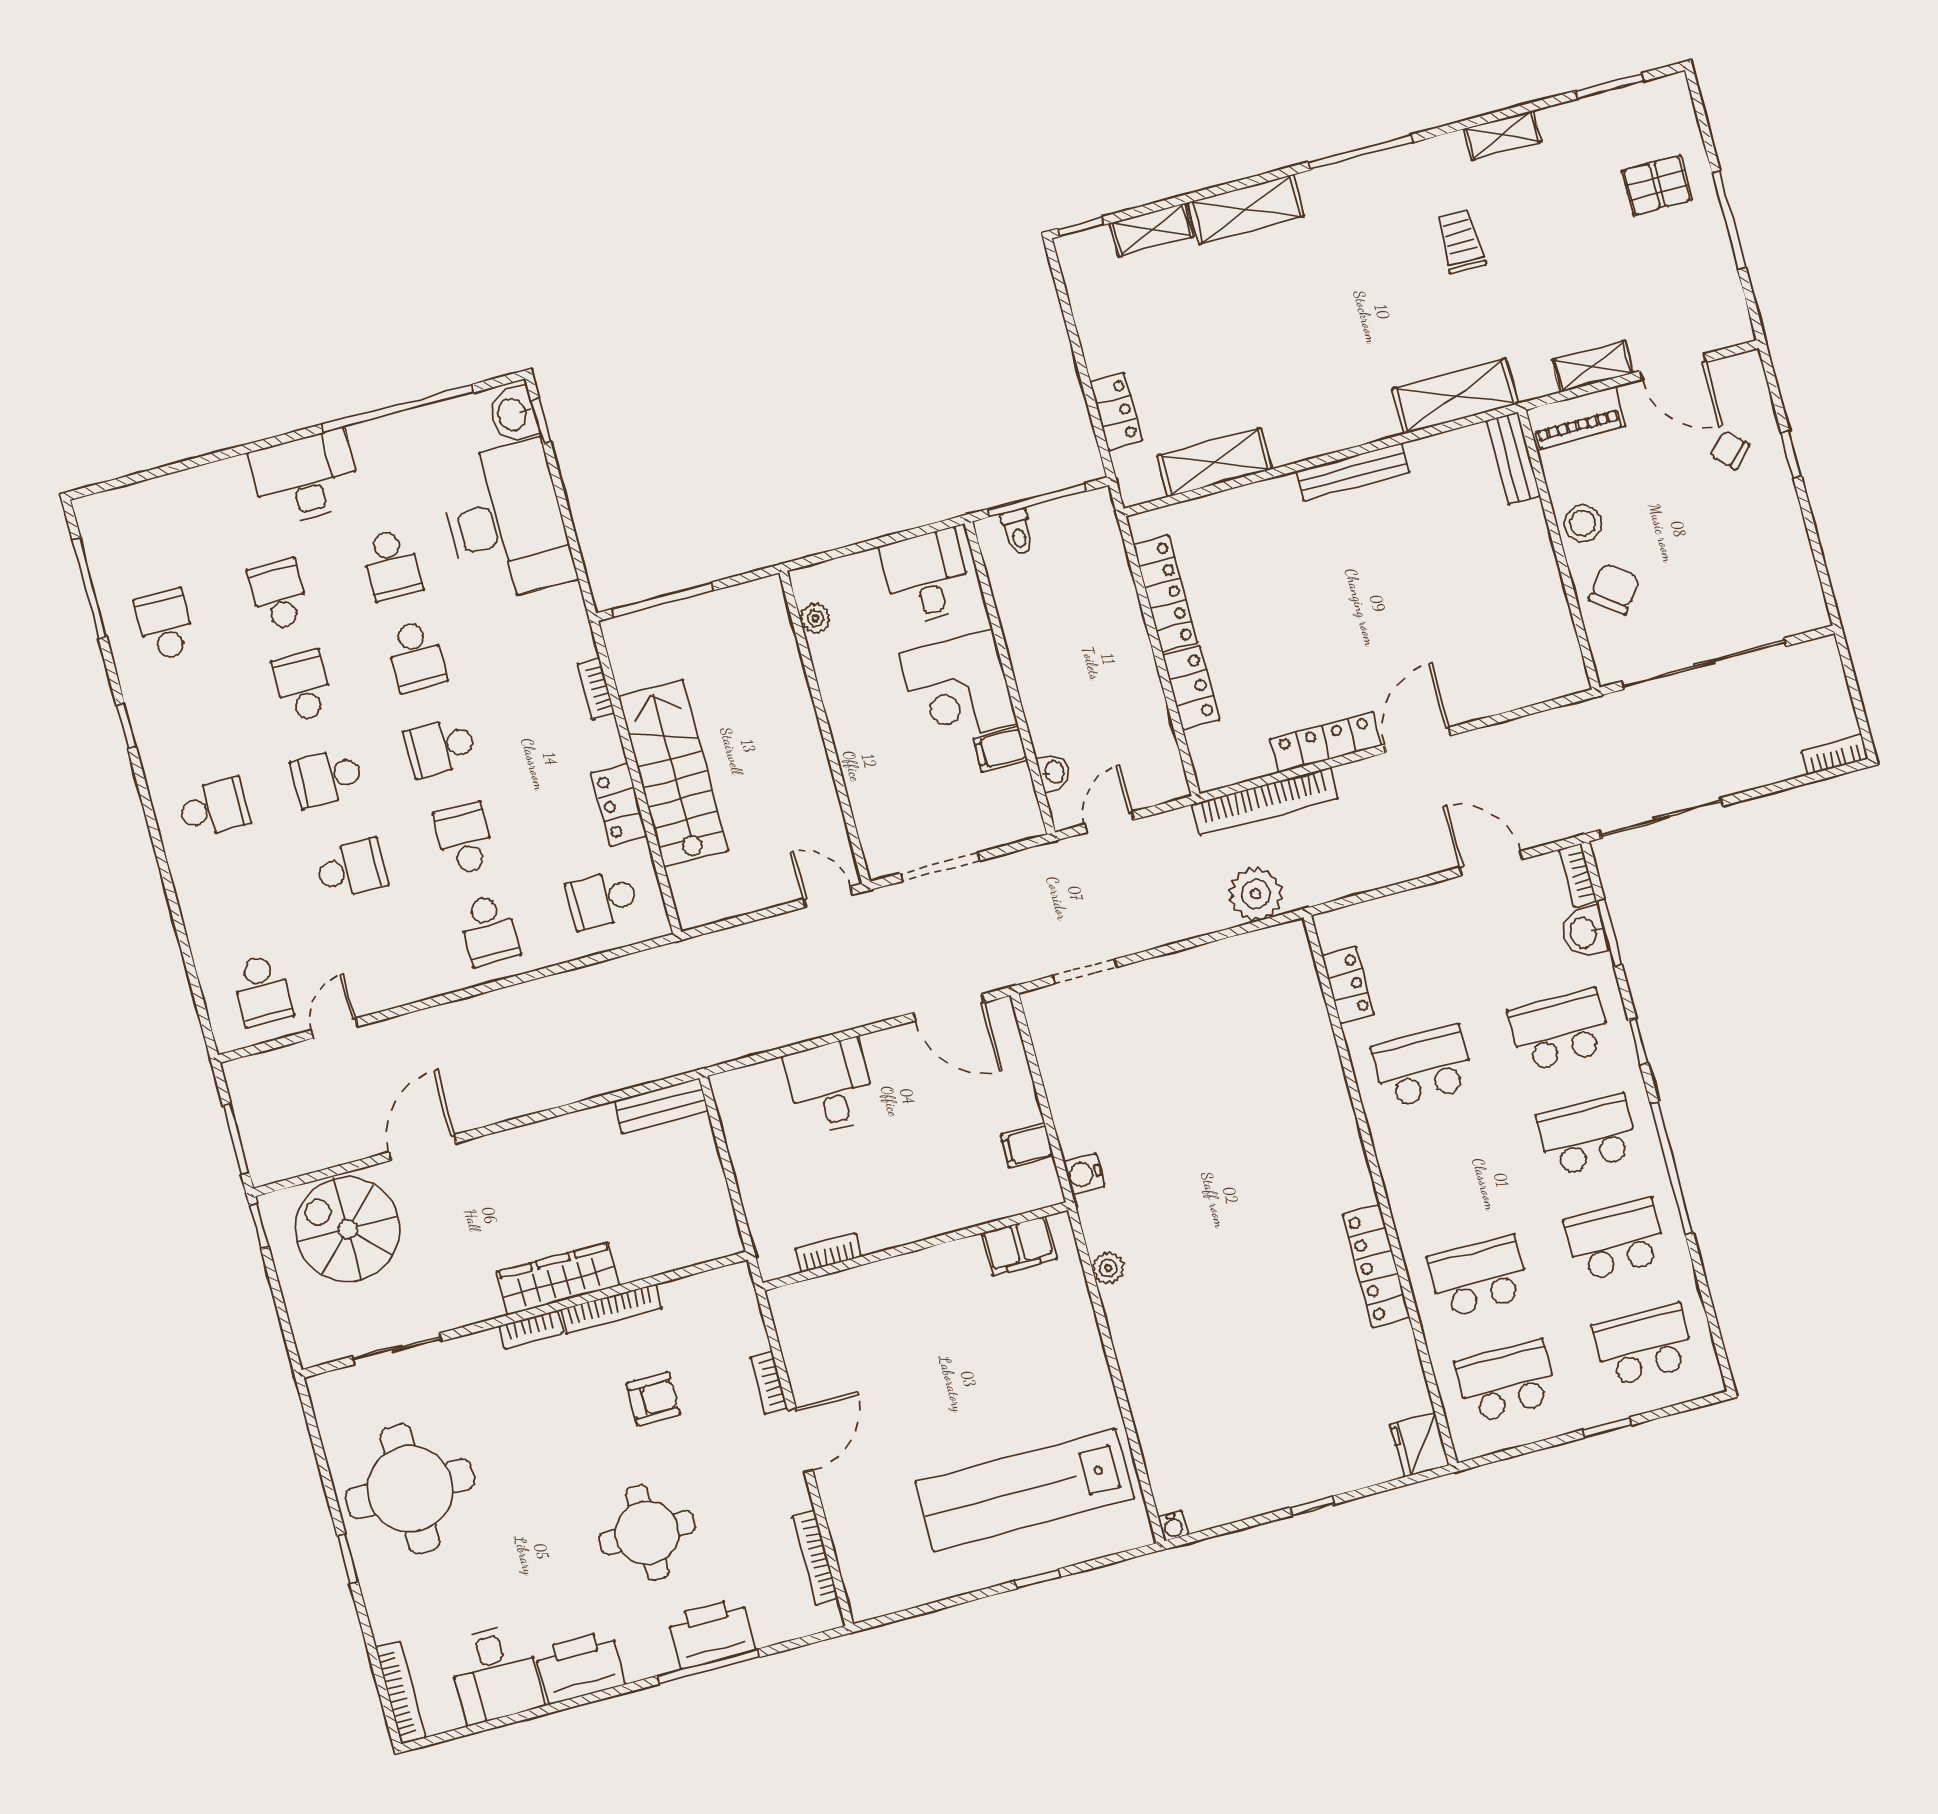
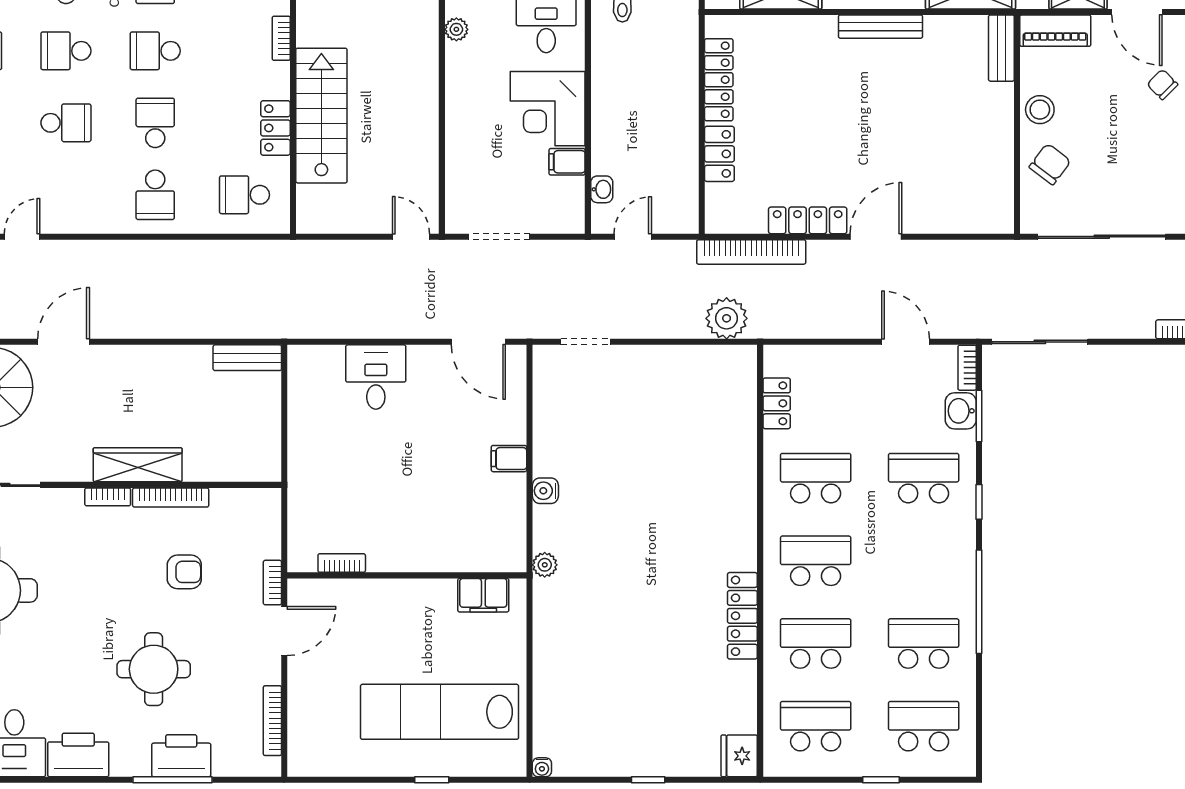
school desk: (1588, 1135) -> (816, 561), moved
filing cabinet: (1019, 1246) -> (483, 595), moved
wall: (915, 1247) -> (407, 575), moved
bookcase: (828, 1253) -> (342, 563), moved

